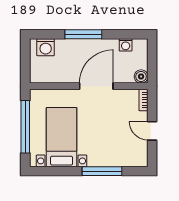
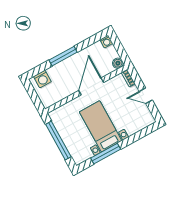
washing machine: (126, 45) -> (106, 42), moved
bed with nightstands: (62, 137) -> (101, 126), moved
window: (102, 171) -> (106, 154), moved

